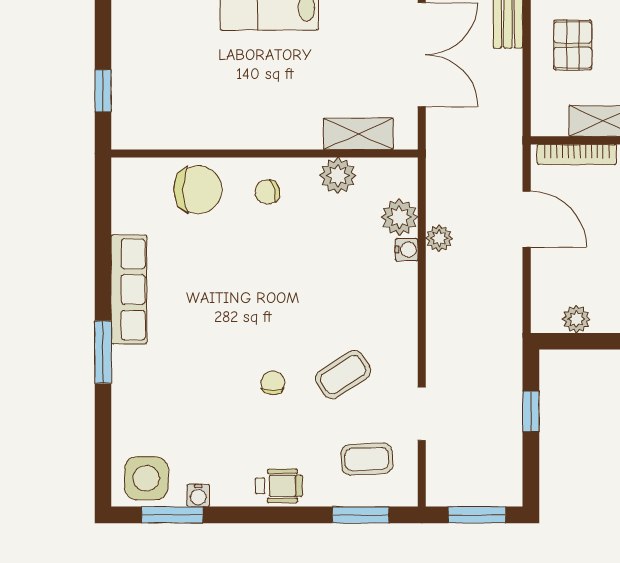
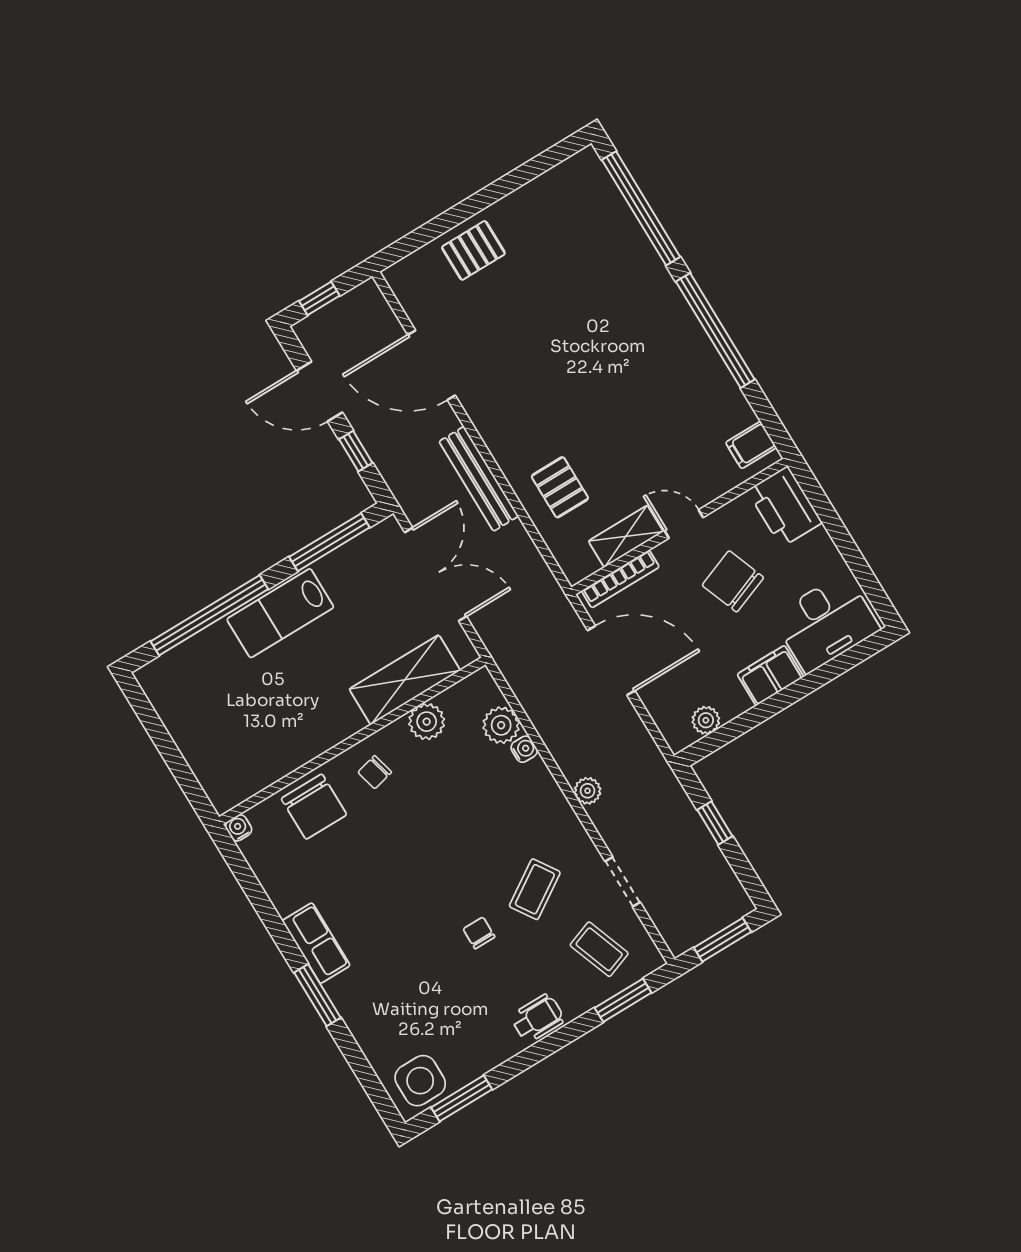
window: (103, 91) -> (181, 771), removed
shelving: (358, 134) -> (405, 680), width x1.50, depth x1.33
chair: (198, 190) -> (314, 807), turned 90
door: (527, 219) -> (611, 661), width x1.36
plant: (439, 238) -> (588, 791), moved
row of seats: (129, 289) -> (316, 943), width x0.68
coffee table: (367, 459) -> (599, 949), turned 73
water cooler: (198, 495) -> (239, 828), moved, turned 180

